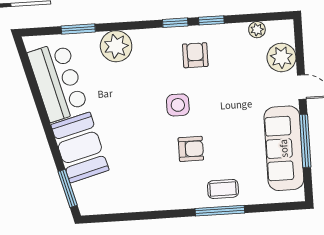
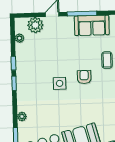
plant: (116, 46) -> (22, 117), width x0.53, depth x0.53
armchair: (195, 55) -> (32, 73), removed
sofa: (284, 148) -> (92, 25), width x0.73

